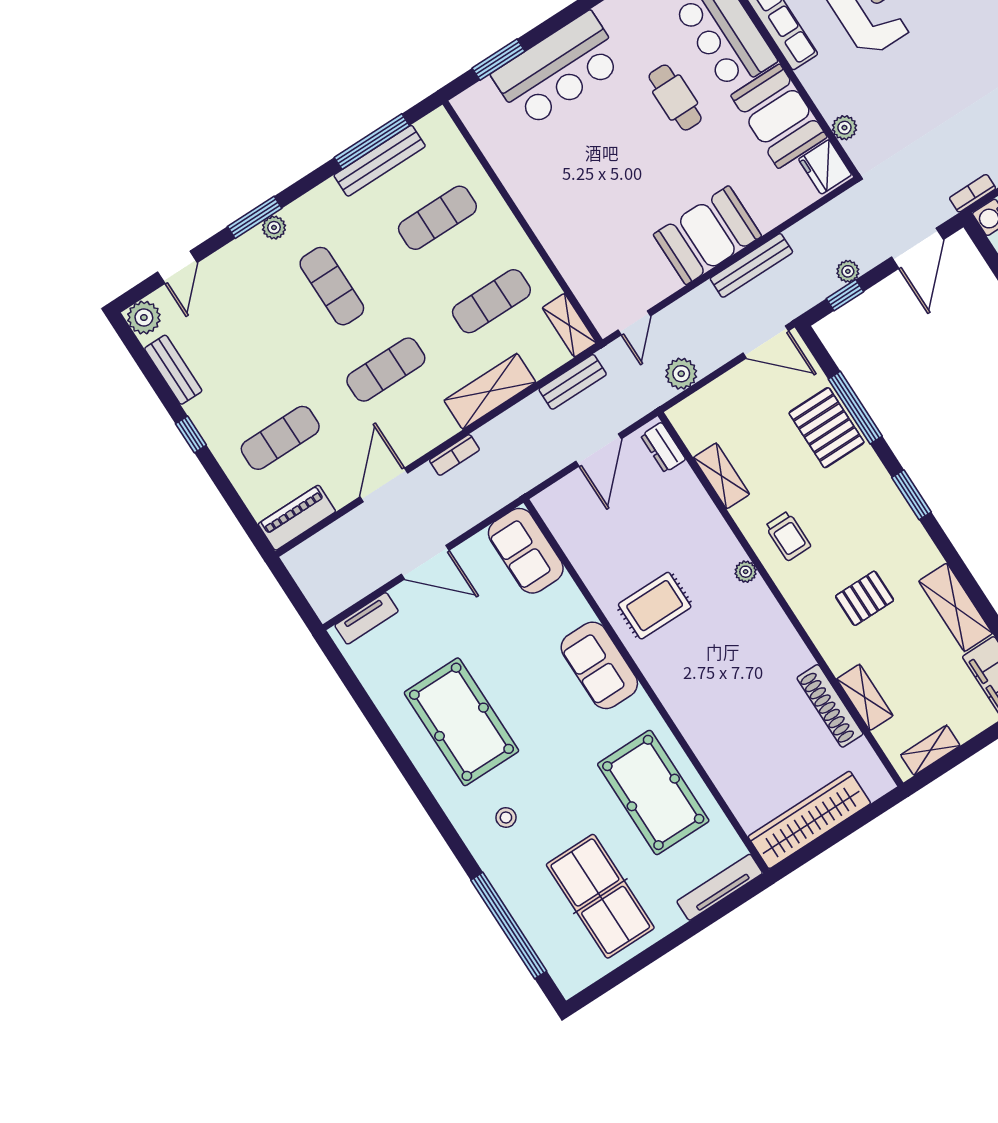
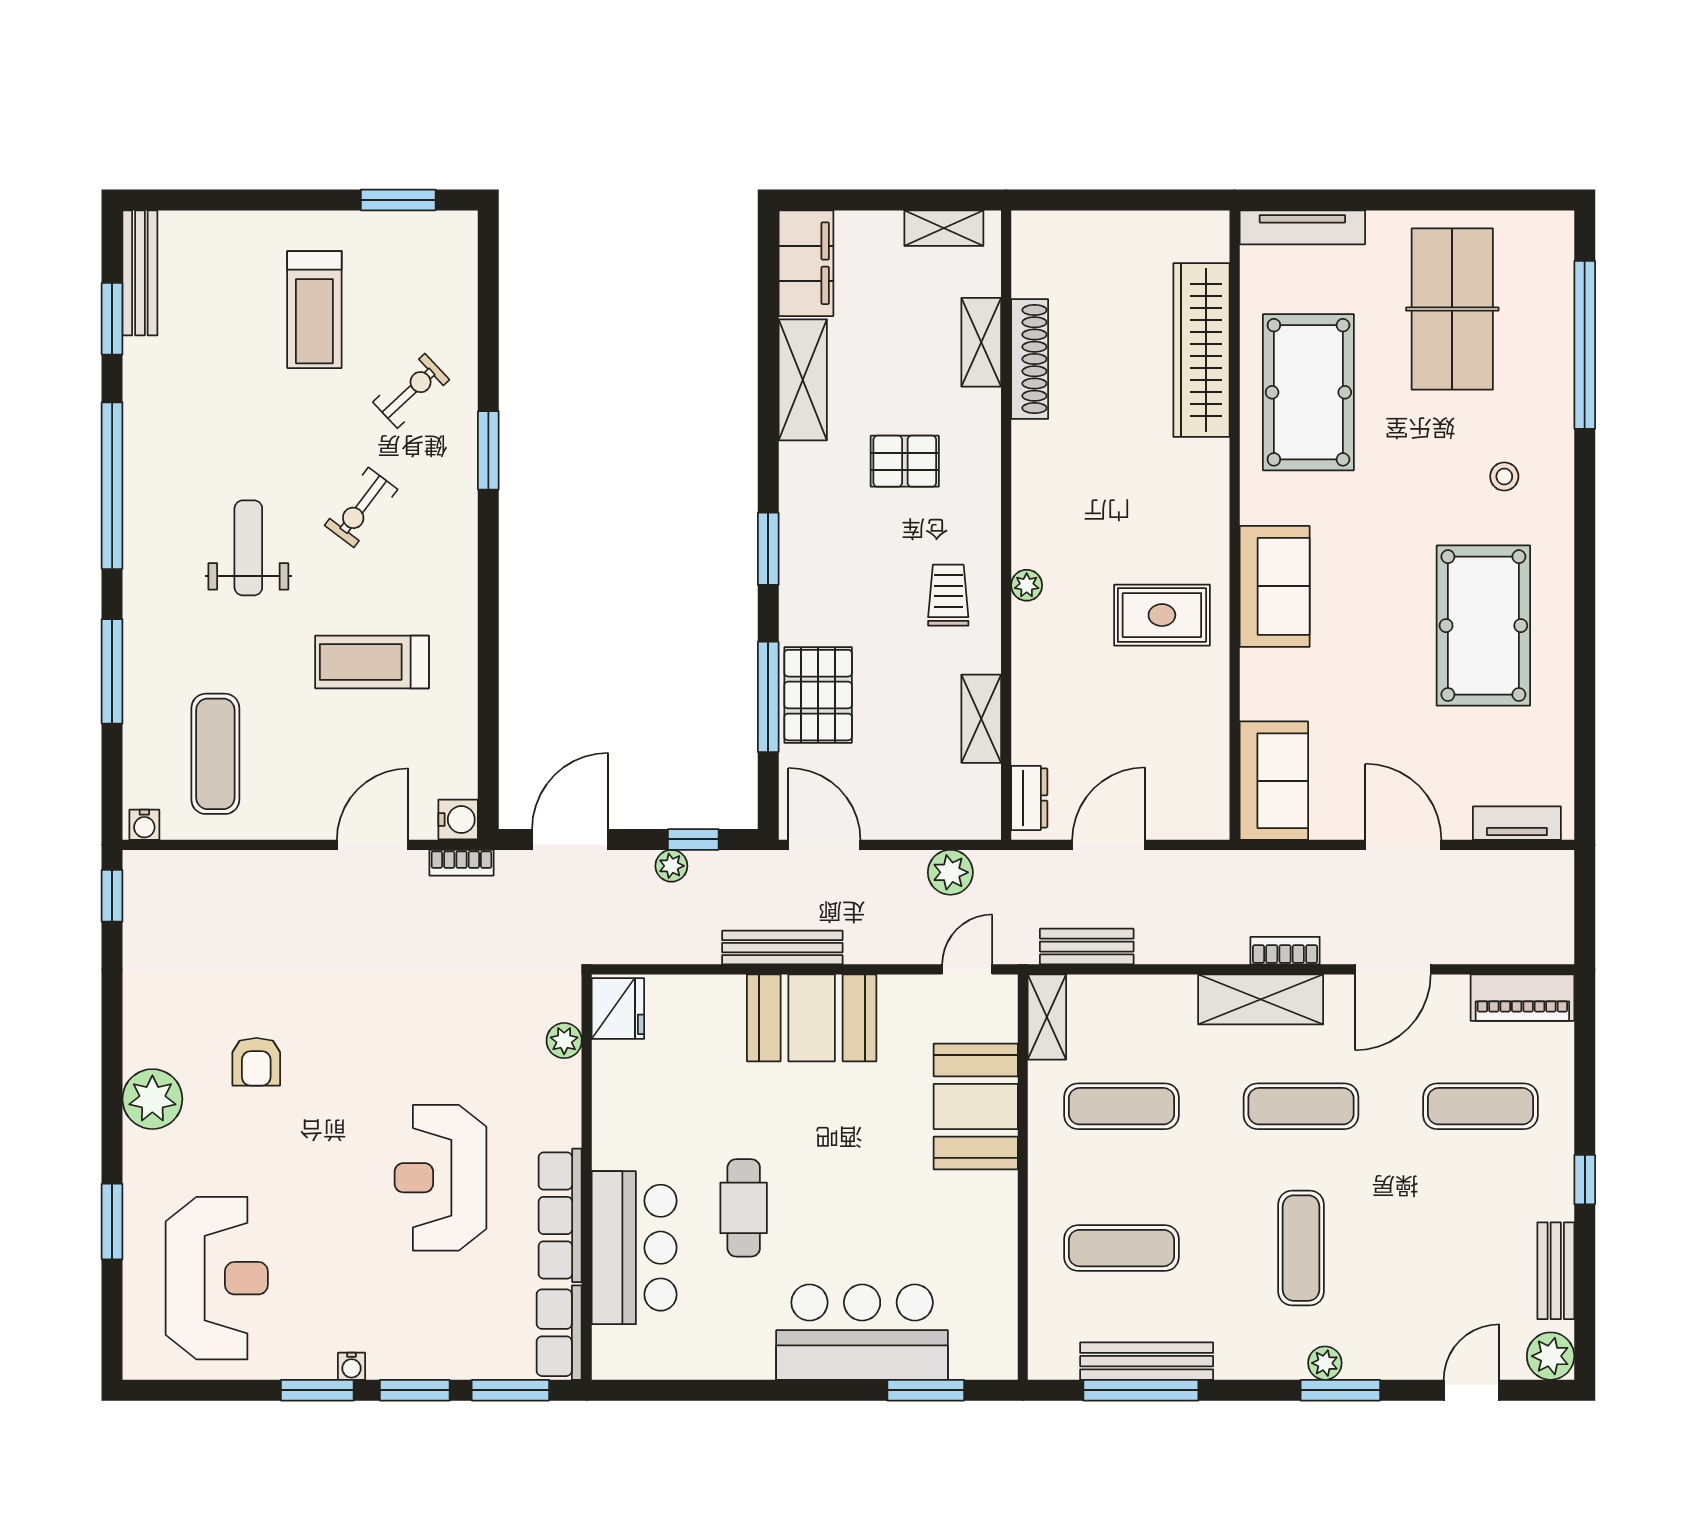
booth: (779, 116) -> (976, 1107), moved
shelving: (490, 391) -> (1261, 999), moved
wardrobe: (809, 820) -> (1201, 350), moved, turned 90

